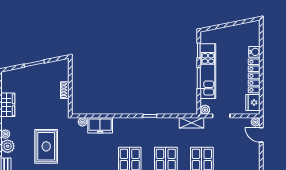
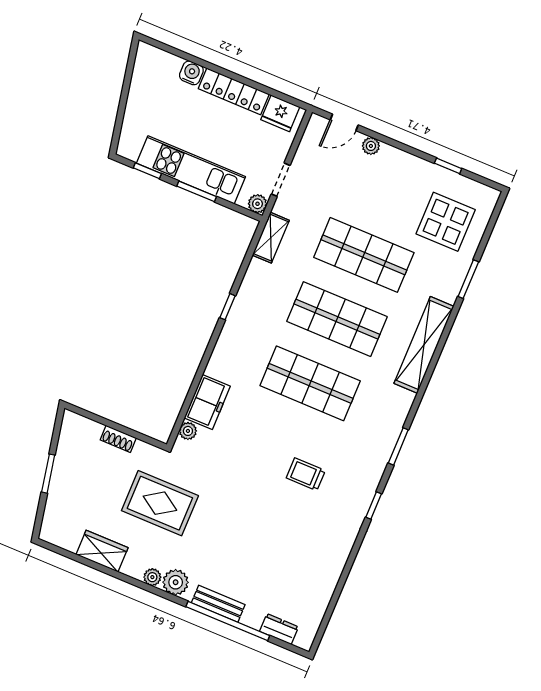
plant: (255, 122) -> (371, 146), moved
rug: (46, 146) -> (160, 503), moved

